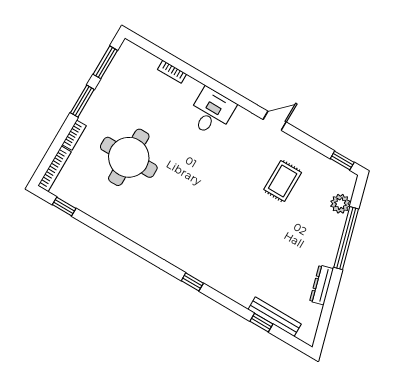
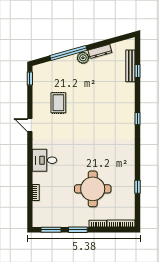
rug: (283, 181) -> (58, 103), turned 90
plant: (340, 204) -> (83, 58), moved
window: (64, 206) -> (137, 187), moved

